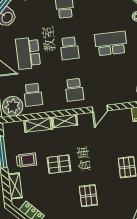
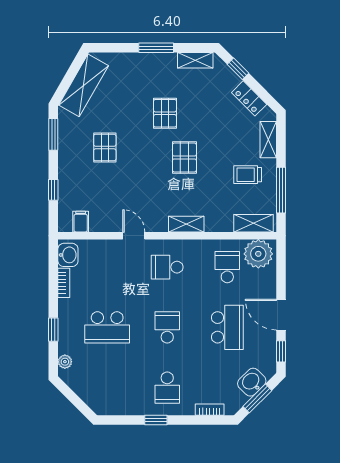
school desk: (74, 90) -> (167, 267), turned -90
door: (100, 109) -> (134, 236), hinge flipped
shelving: (38, 125) -> (254, 223), moved
pallet: (59, 164) -> (184, 157), moved, turned 90

